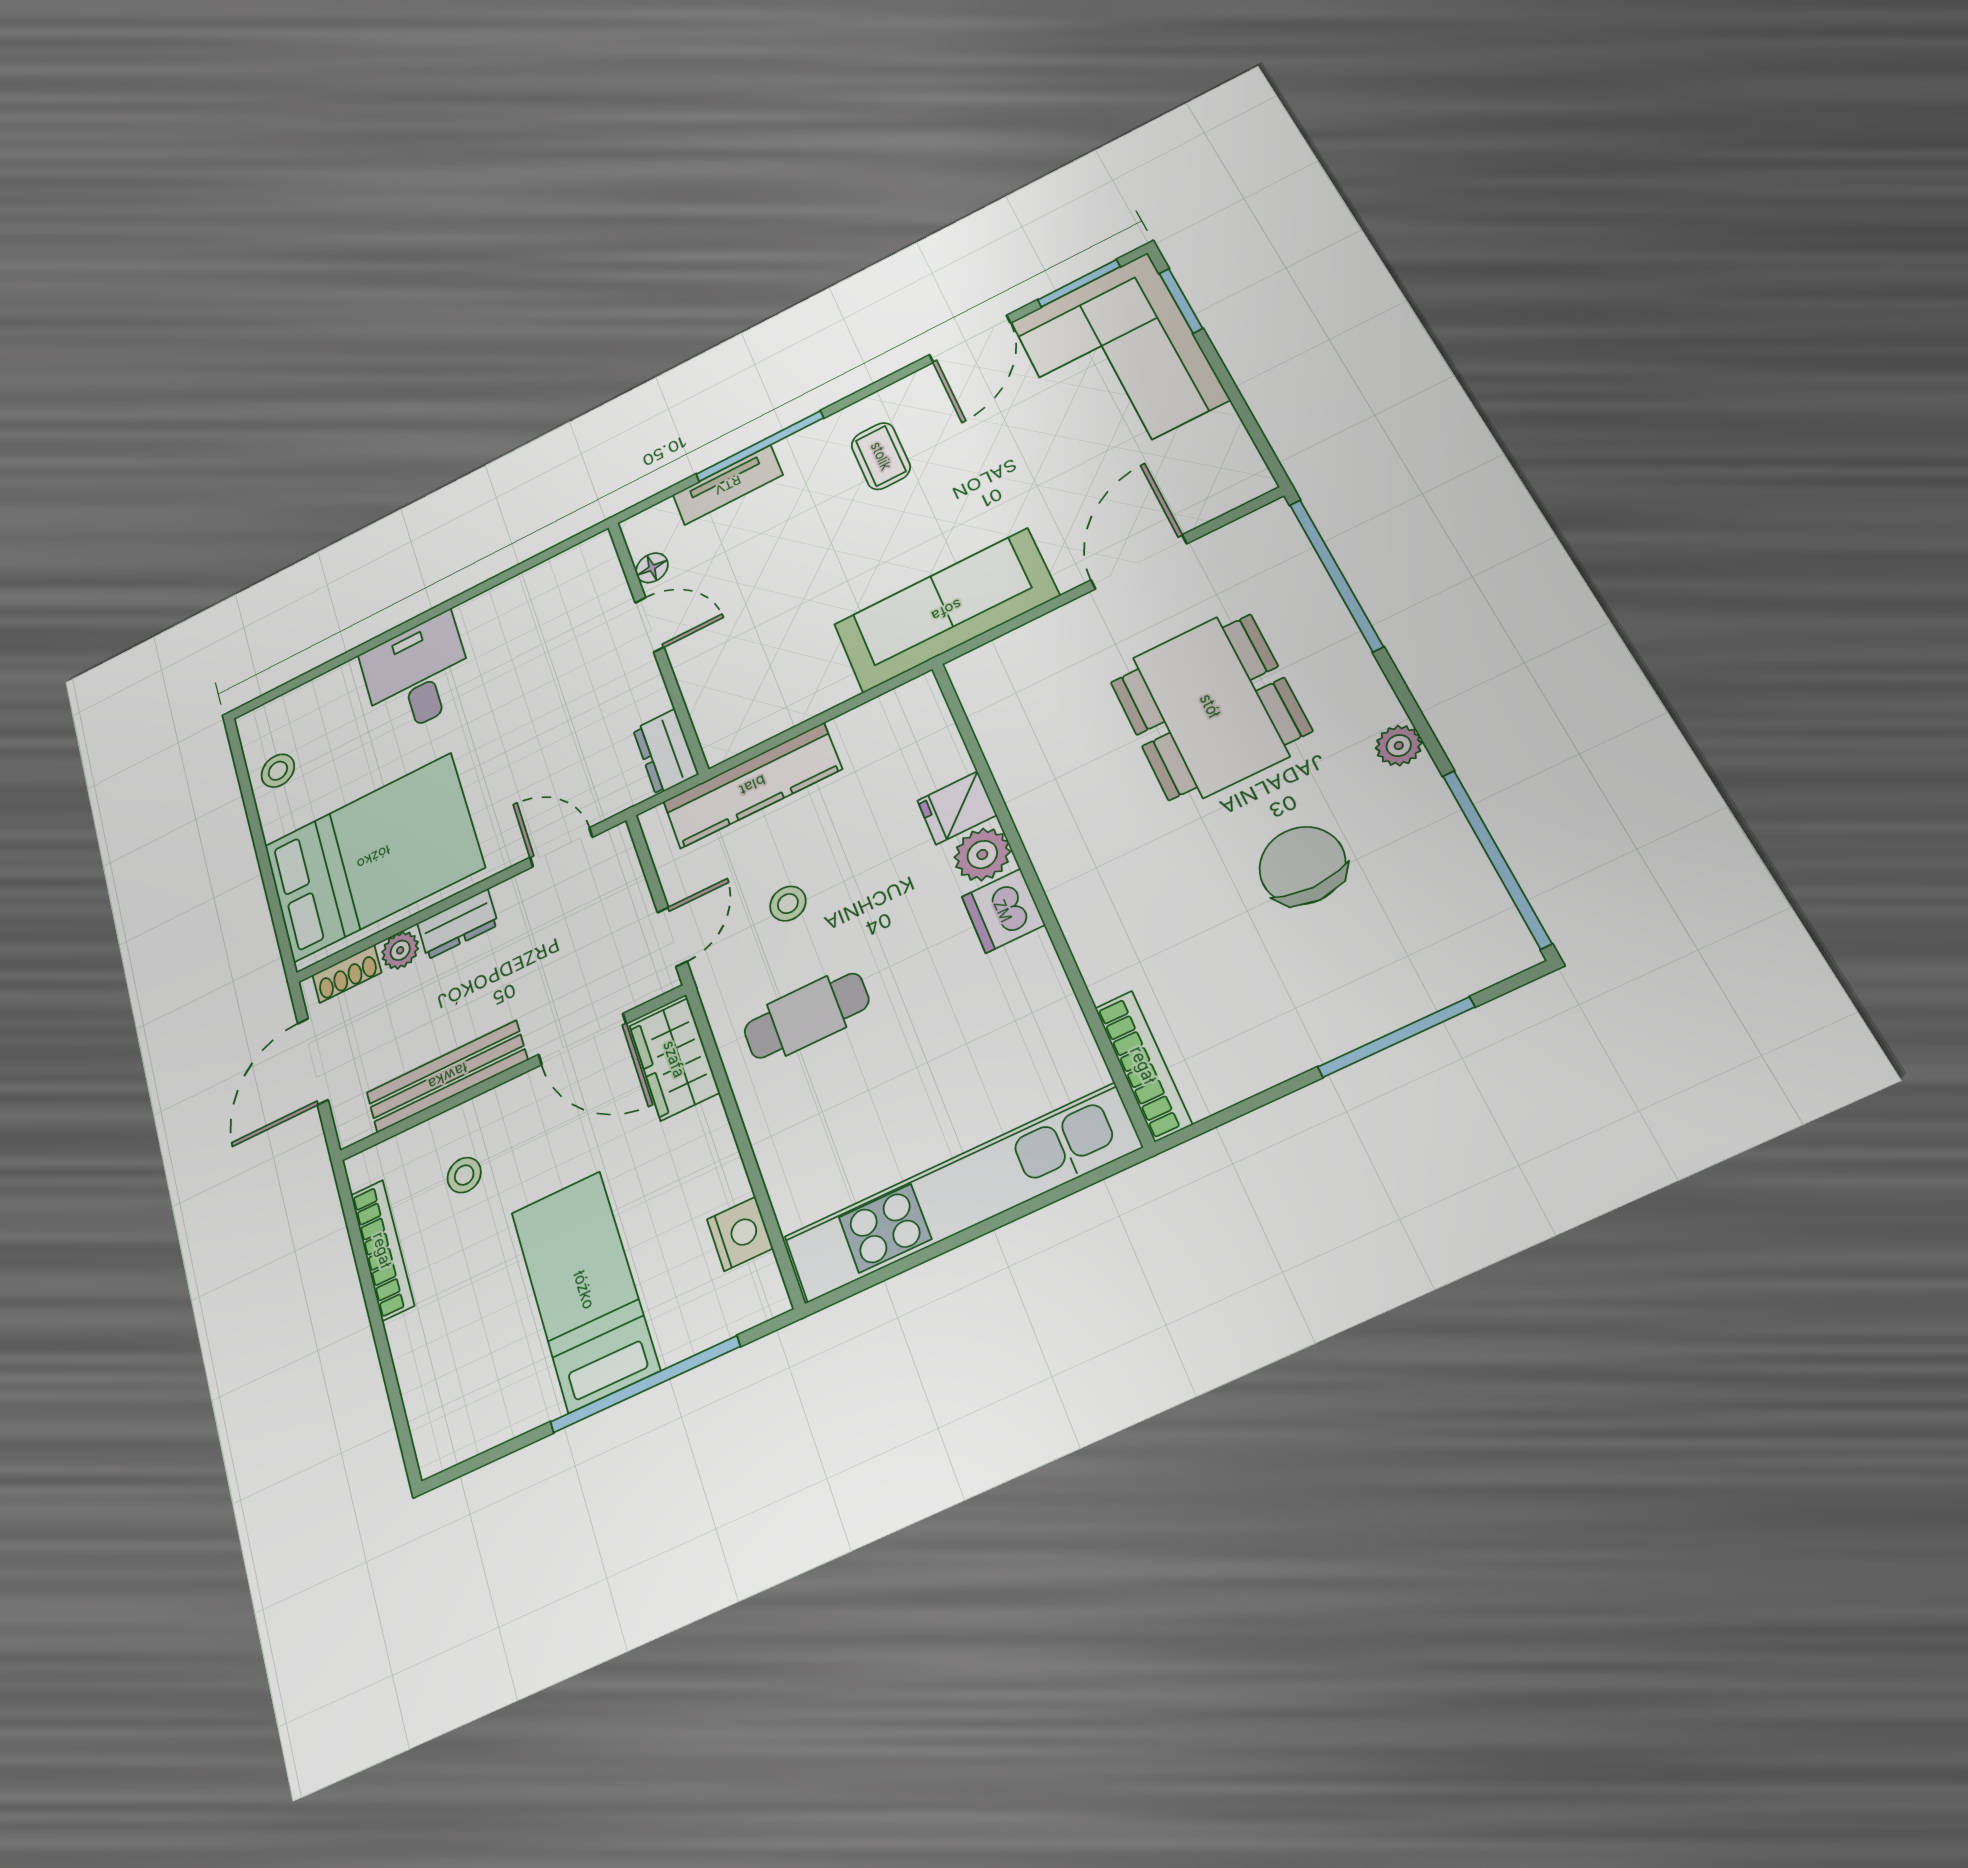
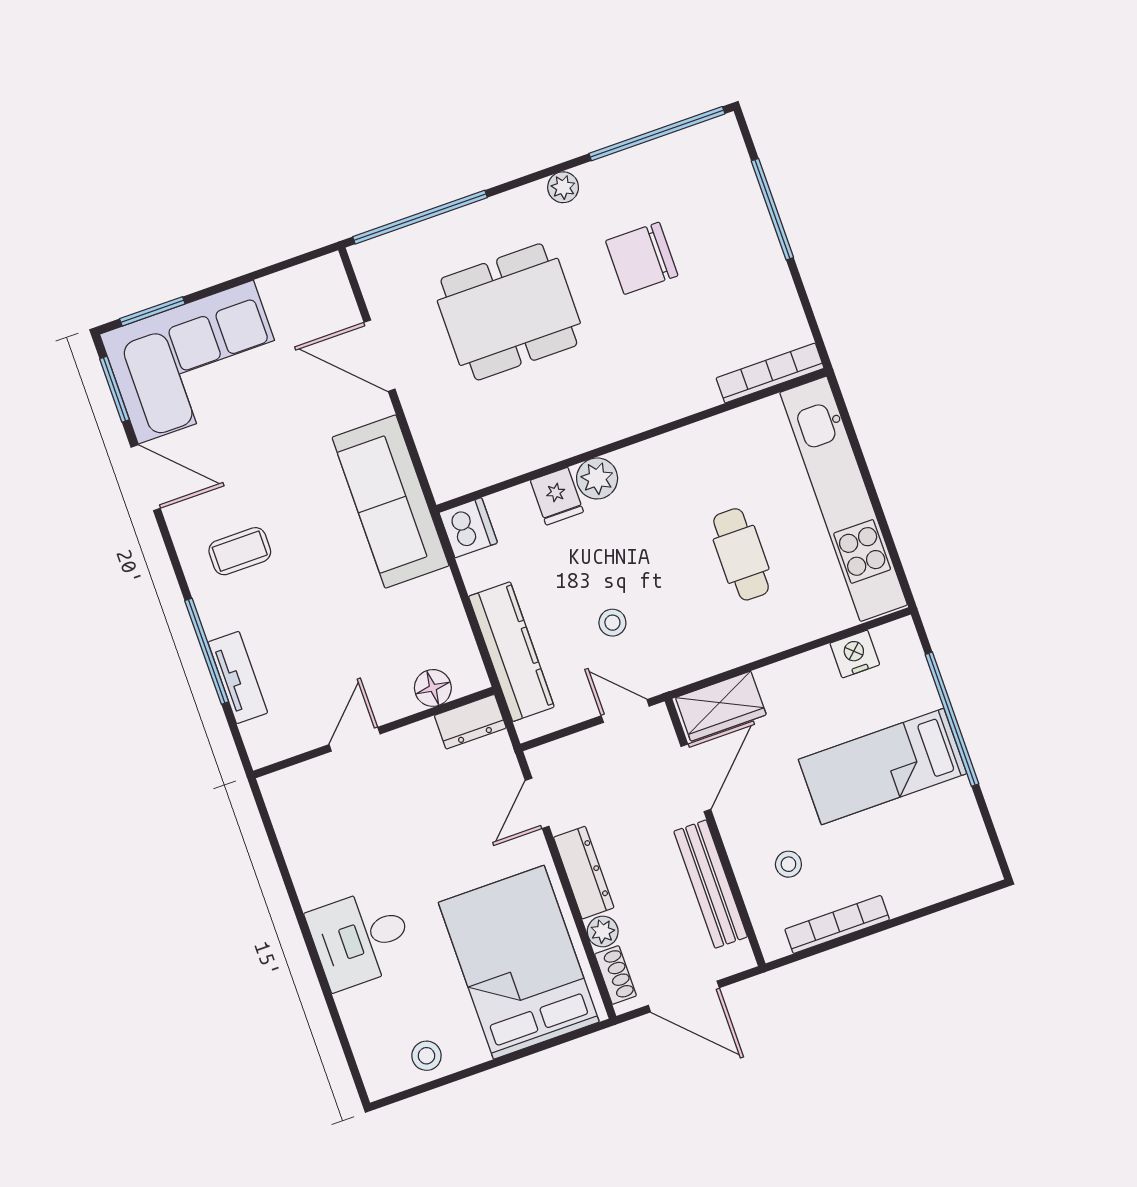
floor lamp: (652, 568) -> (433, 688), moved, width x1.37, depth x1.37
dishwasher: (1003, 911) -> (468, 528), moved, turned -90
dresser: (458, 924) -> (584, 873), width x1.44
cafe table: (806, 1016) -> (741, 554), moved

